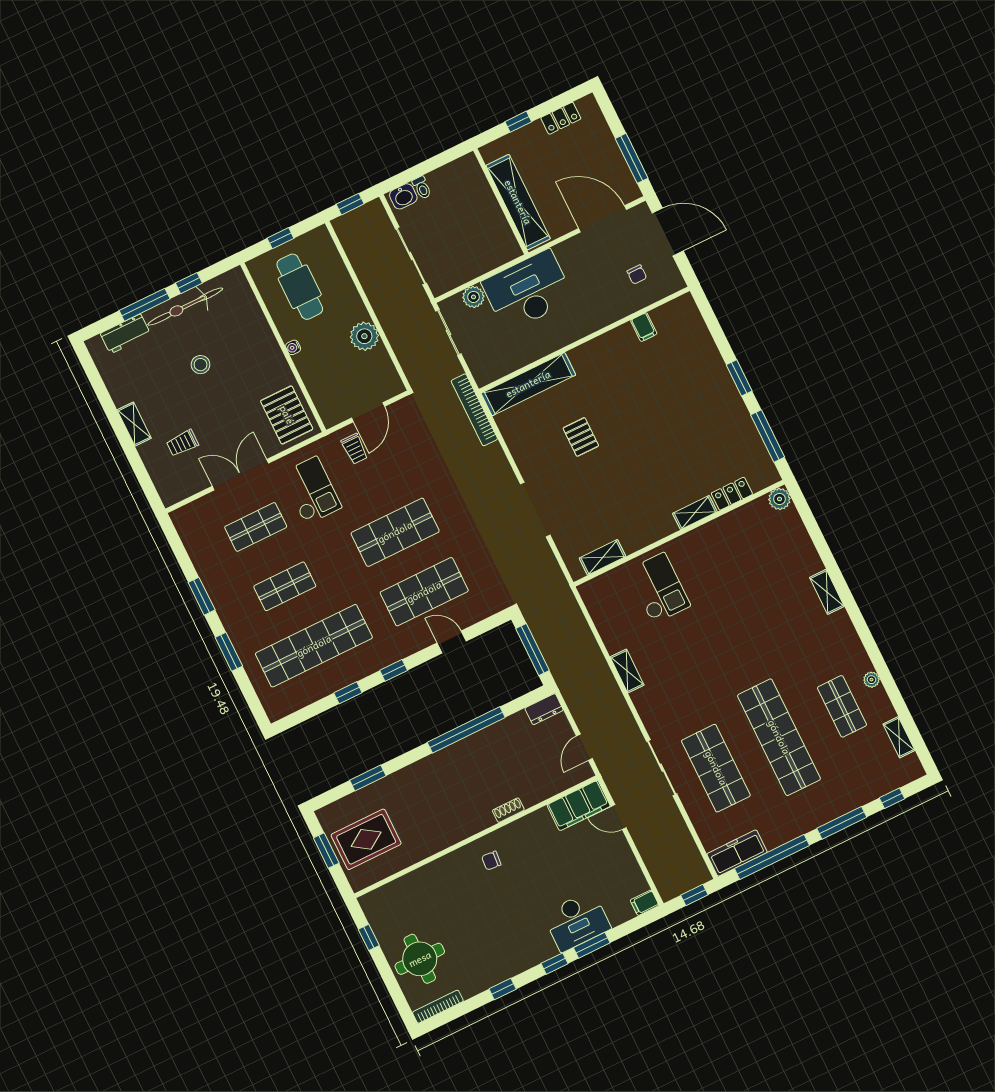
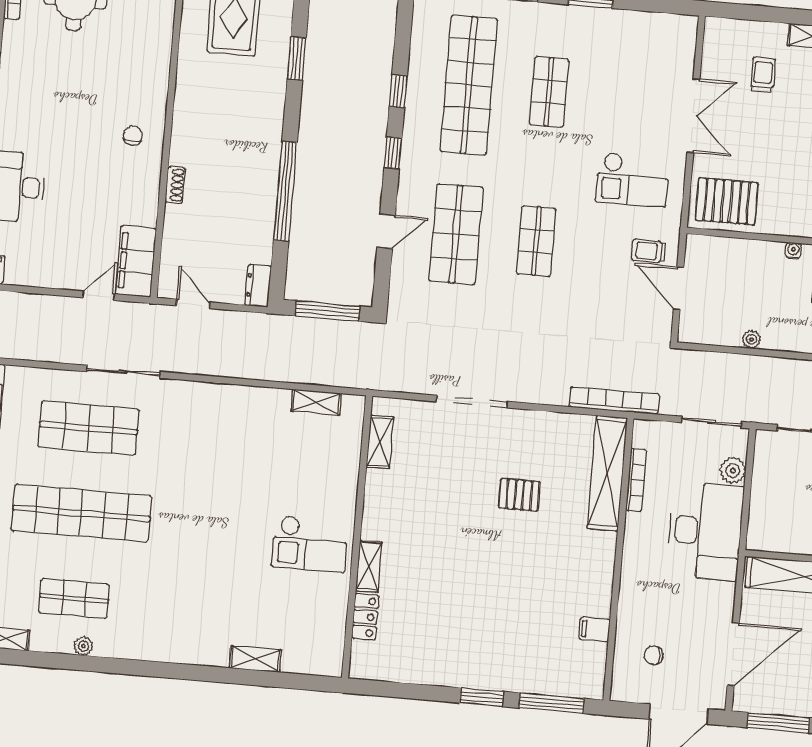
plant: (364, 336) -> (751, 339), width x0.53, depth x0.53
bookcase: (521, 361) -> (636, 480), added
window: (768, 436) -> (551, 703), moved
plant: (779, 499) -> (330, 663), removed
shop shelf: (256, 527) -> (629, 99), removed
shop shelf: (395, 532) -> (536, 241), width x0.70, depth x0.74
checkout: (659, 588) -> (310, 544), moved
shelving: (827, 592) -> (255, 659), moved
shelving: (627, 671) -> (316, 402), moved

